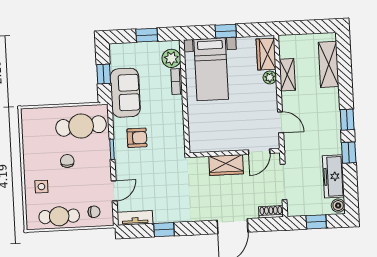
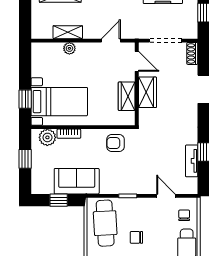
window: (226, 31) -> (25, 99), moved
wardrobe: (266, 54) -> (127, 96), moved, turned 90
armchair: (137, 138) -> (115, 143), moved, turned -90
tv unit: (135, 218) -> (192, 161), moved

